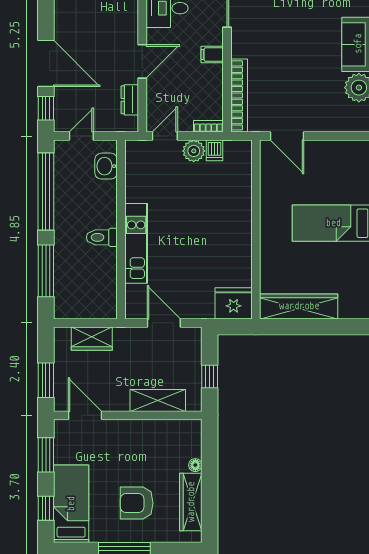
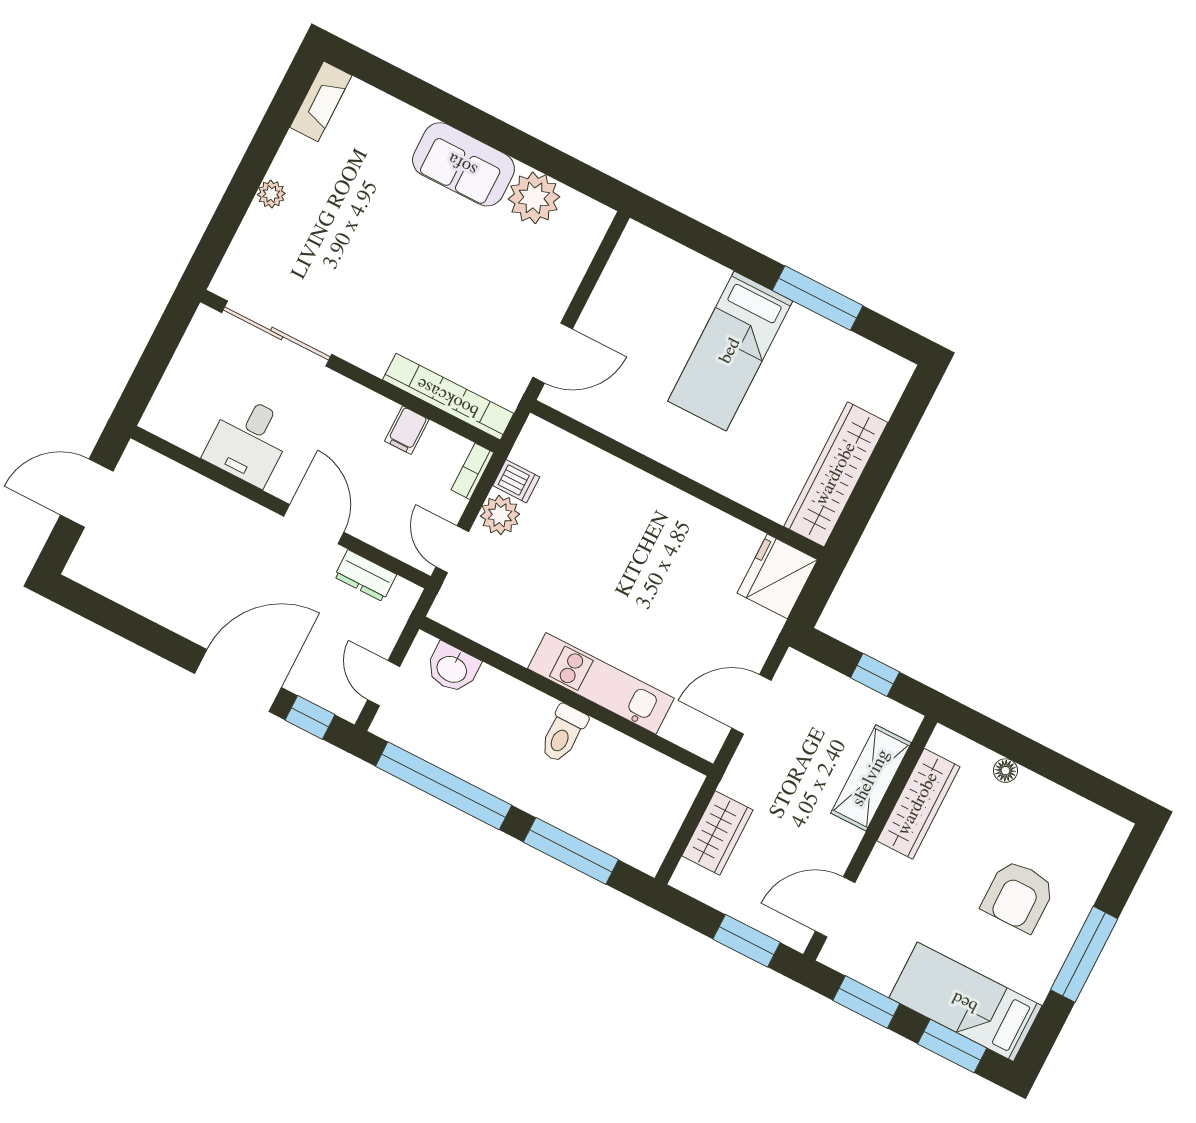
filing cabinet: (212, 54) -> (407, 430), moved
wardrobe: (191, 502) -> (918, 804), moved, turned -90
window: (46, 508) -> (952, 1046), width x1.50

